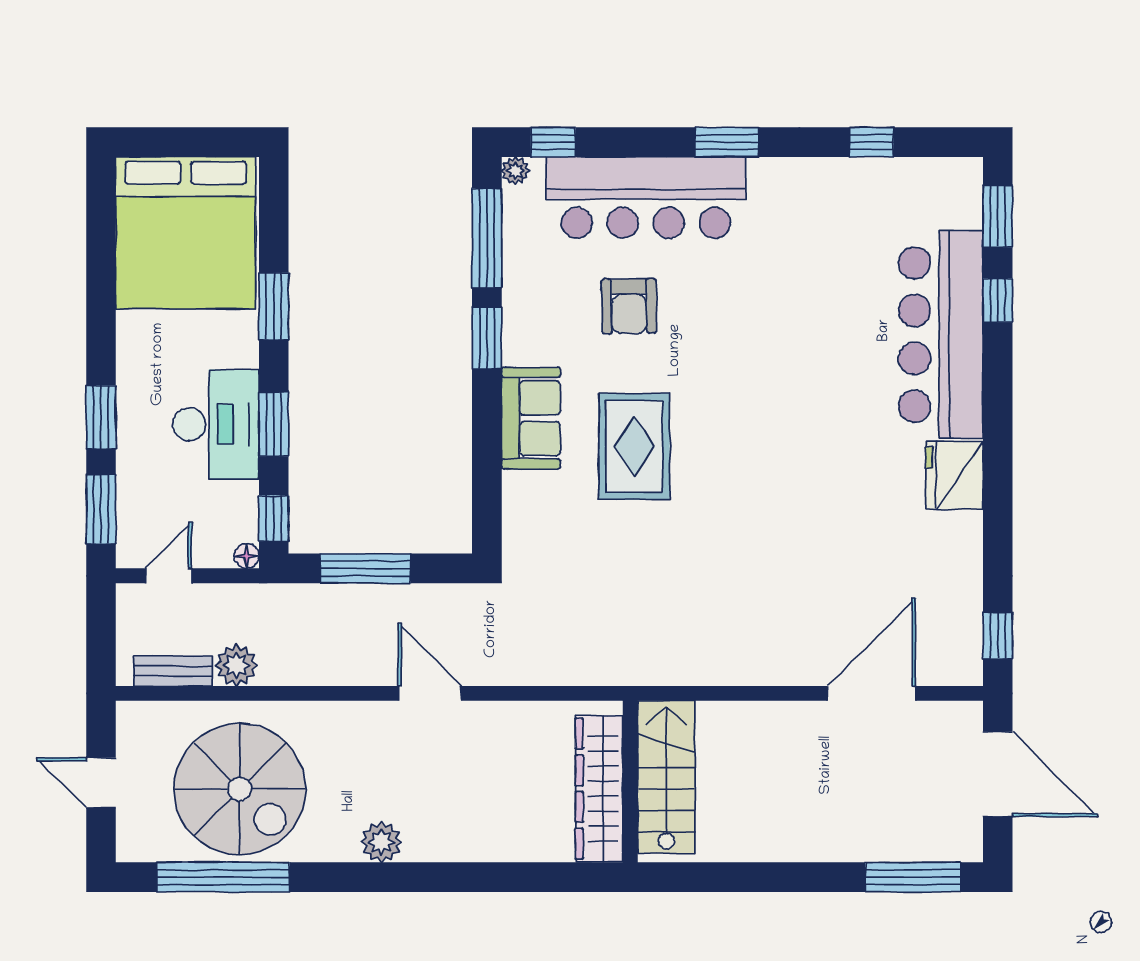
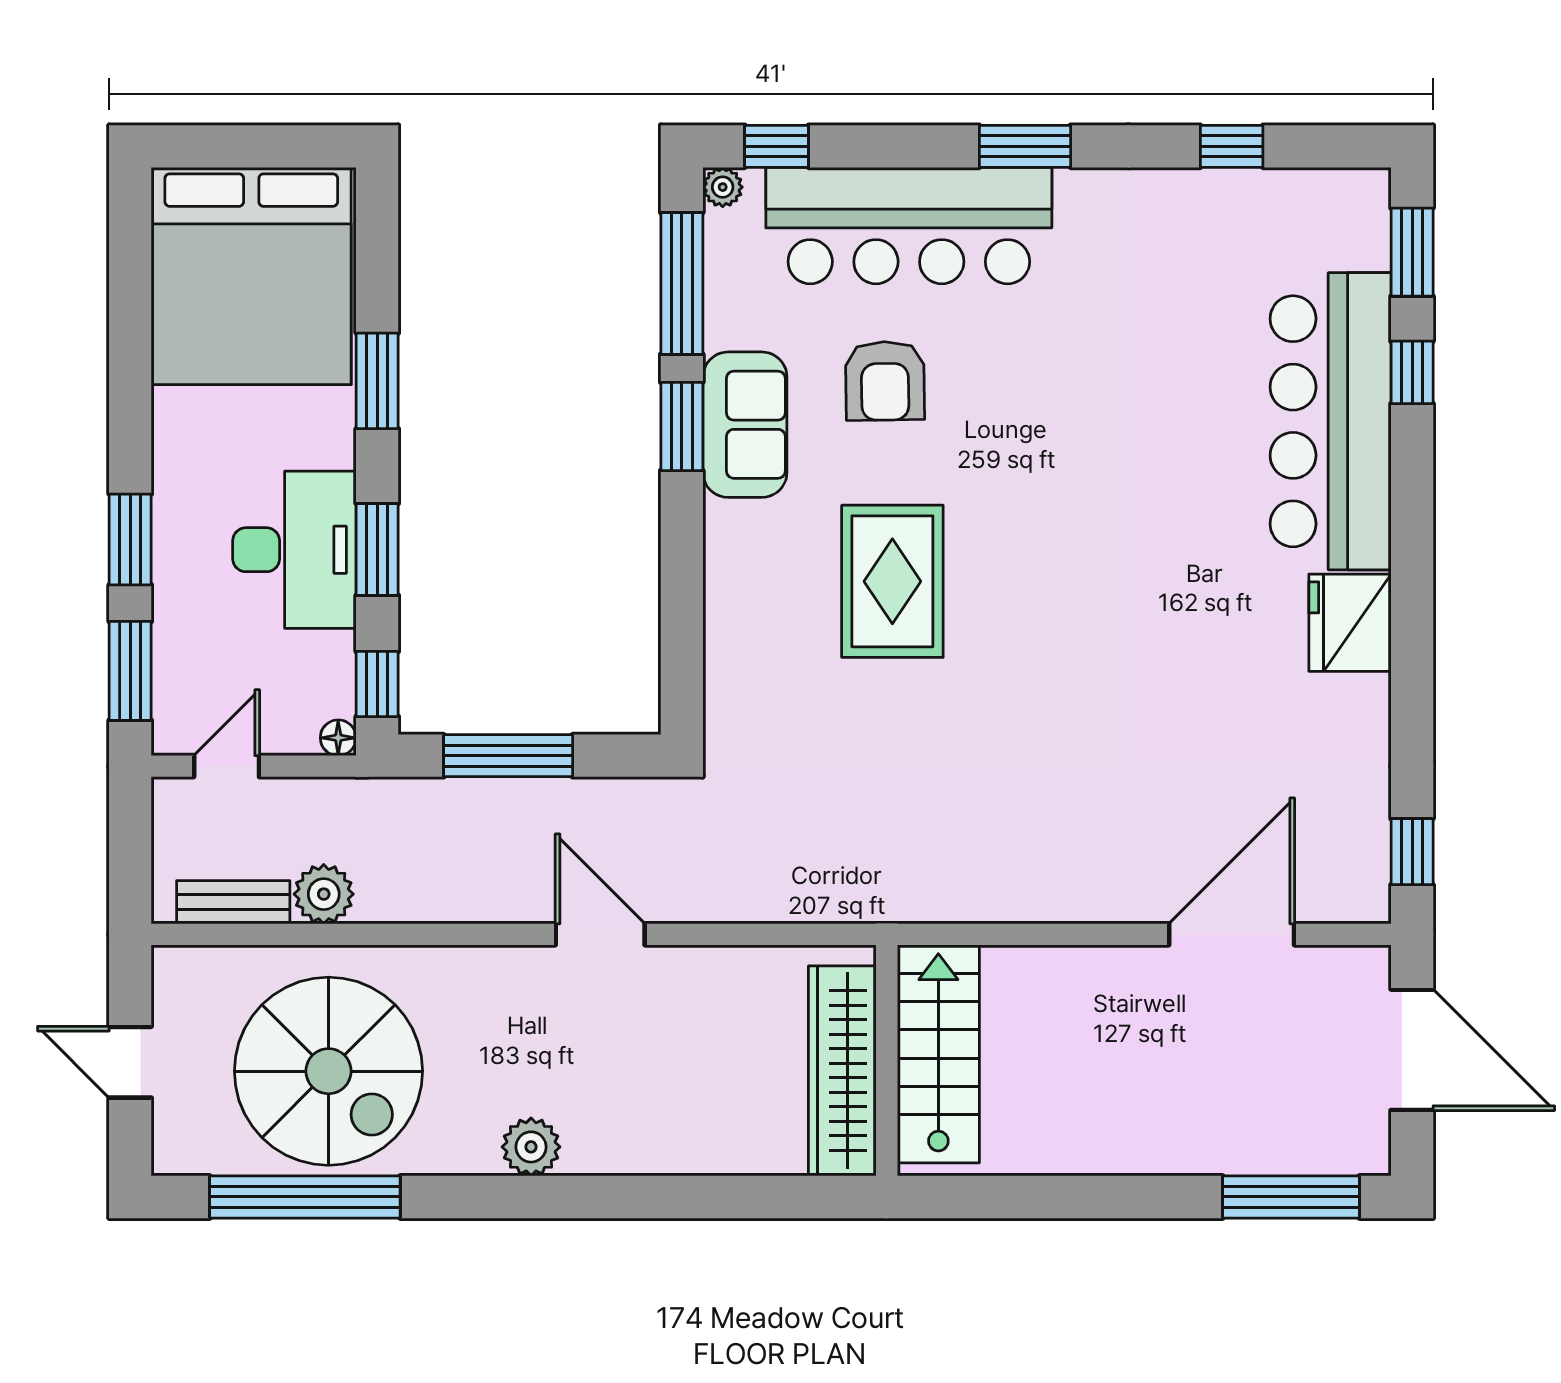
sofa: (531, 418) -> (745, 425), moved

